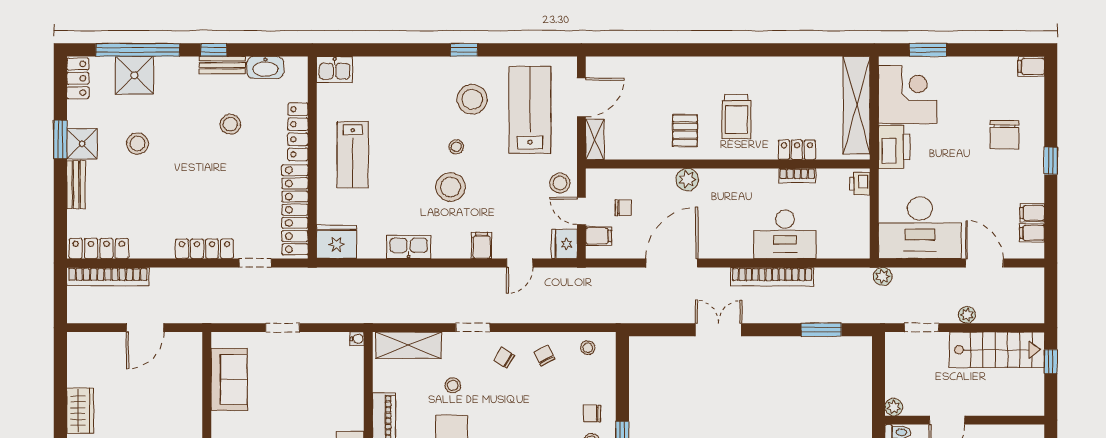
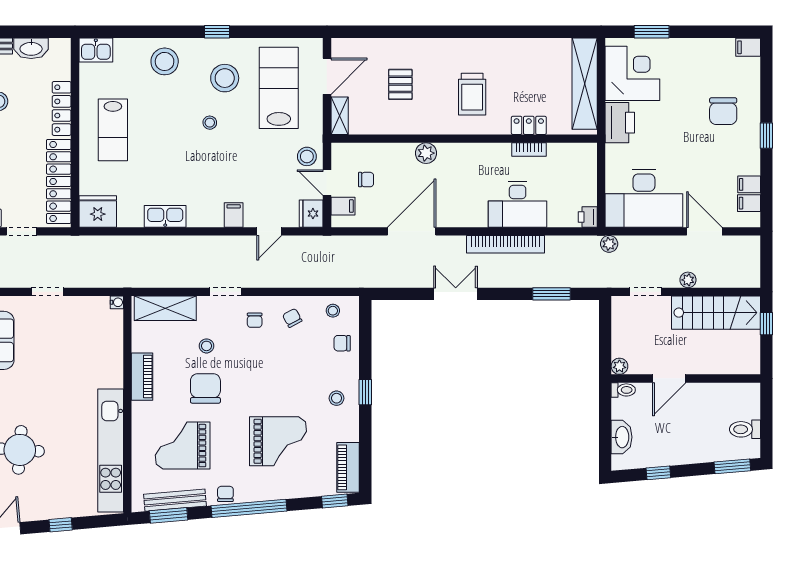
pallet: (685, 131) -> (400, 84), moved
printer: (860, 184) -> (588, 217), moved
stool: (450, 187) -> (165, 61), moved
chair: (504, 358) -> (255, 320), turned -121
chair: (592, 414) -> (342, 343), moved

